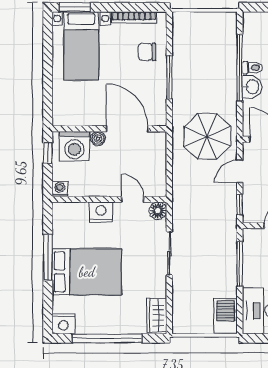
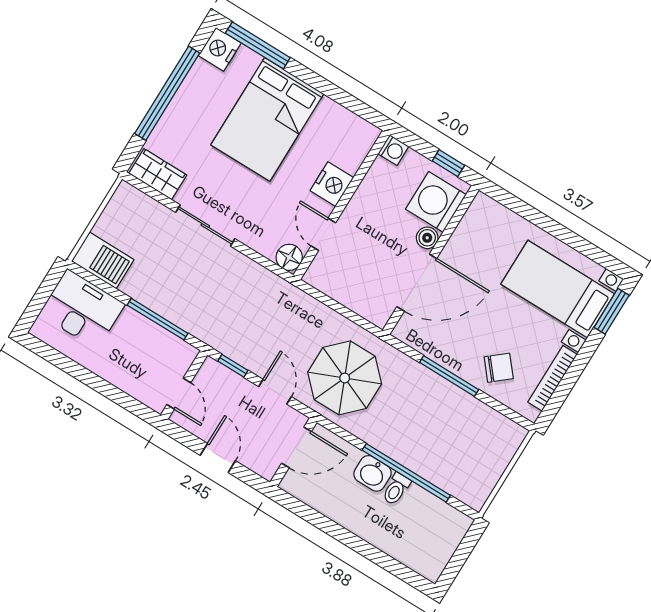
chair: (147, 52) -> (499, 368), turned 50
door: (133, 199) -> (323, 234), swing flipped
sliding door: (169, 253) -> (205, 225), moved
window: (48, 257) -> (258, 45), moved

